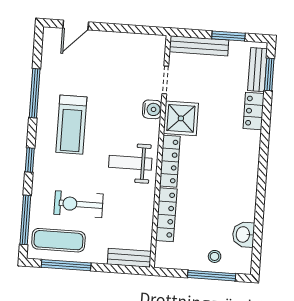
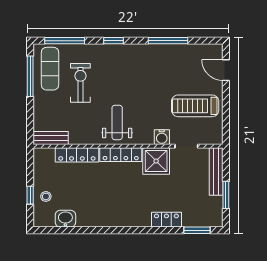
bench: (257, 70) -> (200, 220), removed
treadmill: (71, 125) -> (195, 106), moved
bench: (129, 258) -> (51, 138), moved, turned 90
window: (212, 276) -> (30, 195), width x0.46

